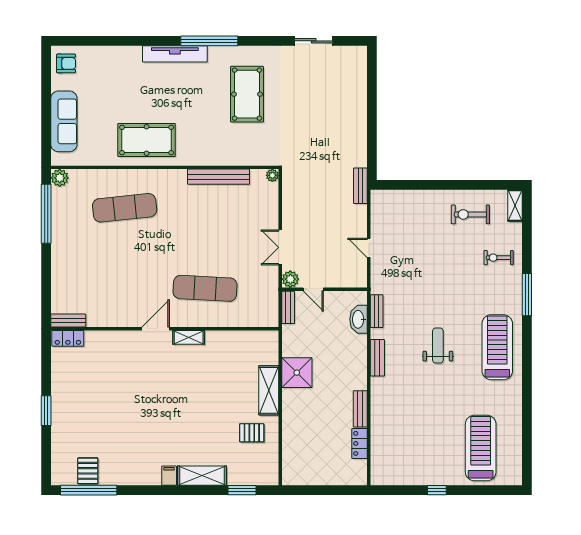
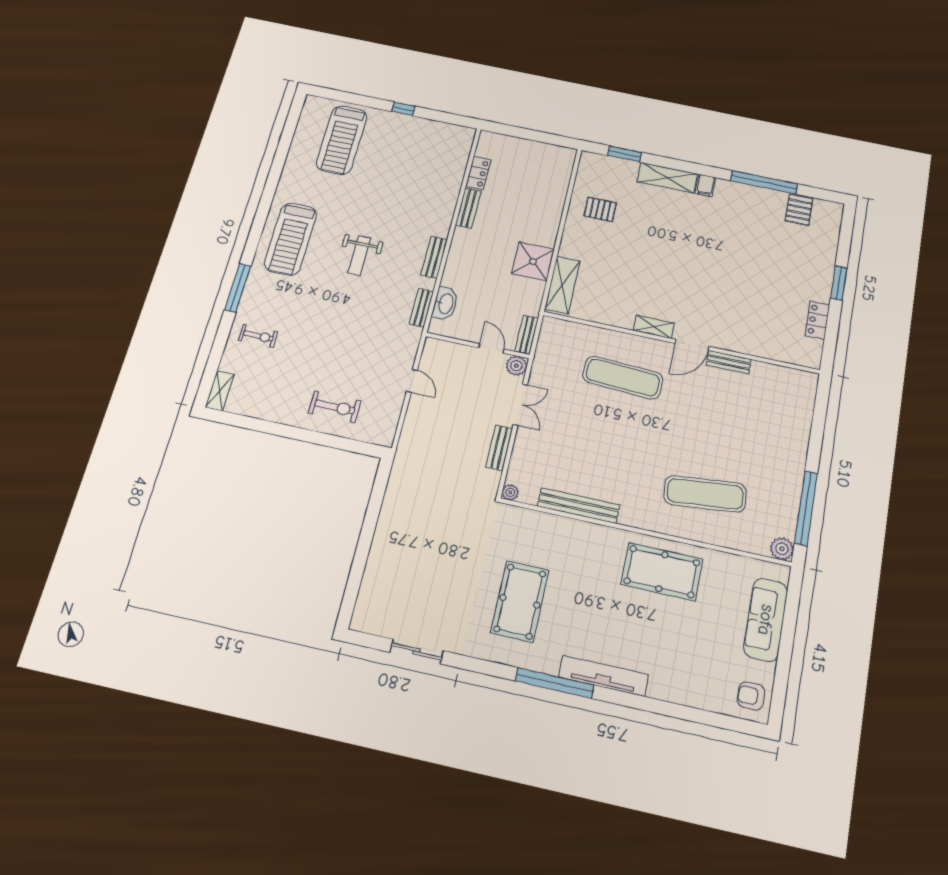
bench: (360, 186) -> (499, 448), moved
exercise bike: (470, 214) -> (335, 407), moved
bench: (68, 321) -> (729, 362), moved
locker: (68, 338) -> (817, 320), moved, turned -90
shelving: (269, 390) -> (562, 285), moved
window: (89, 490) -> (764, 182), moved

